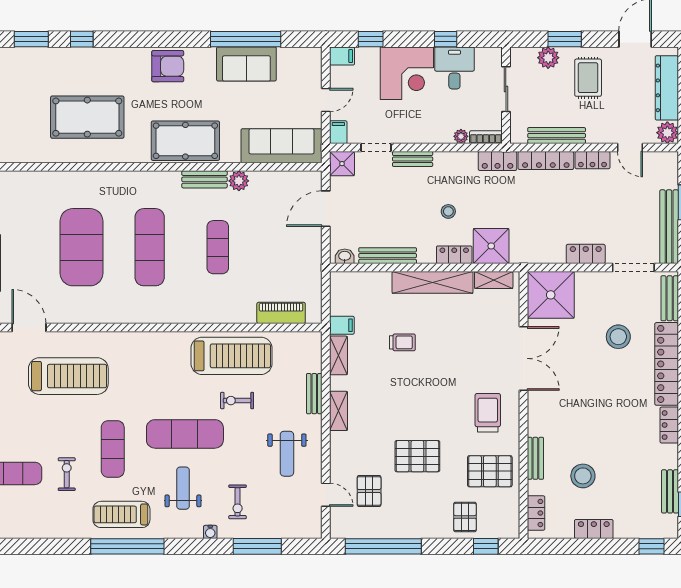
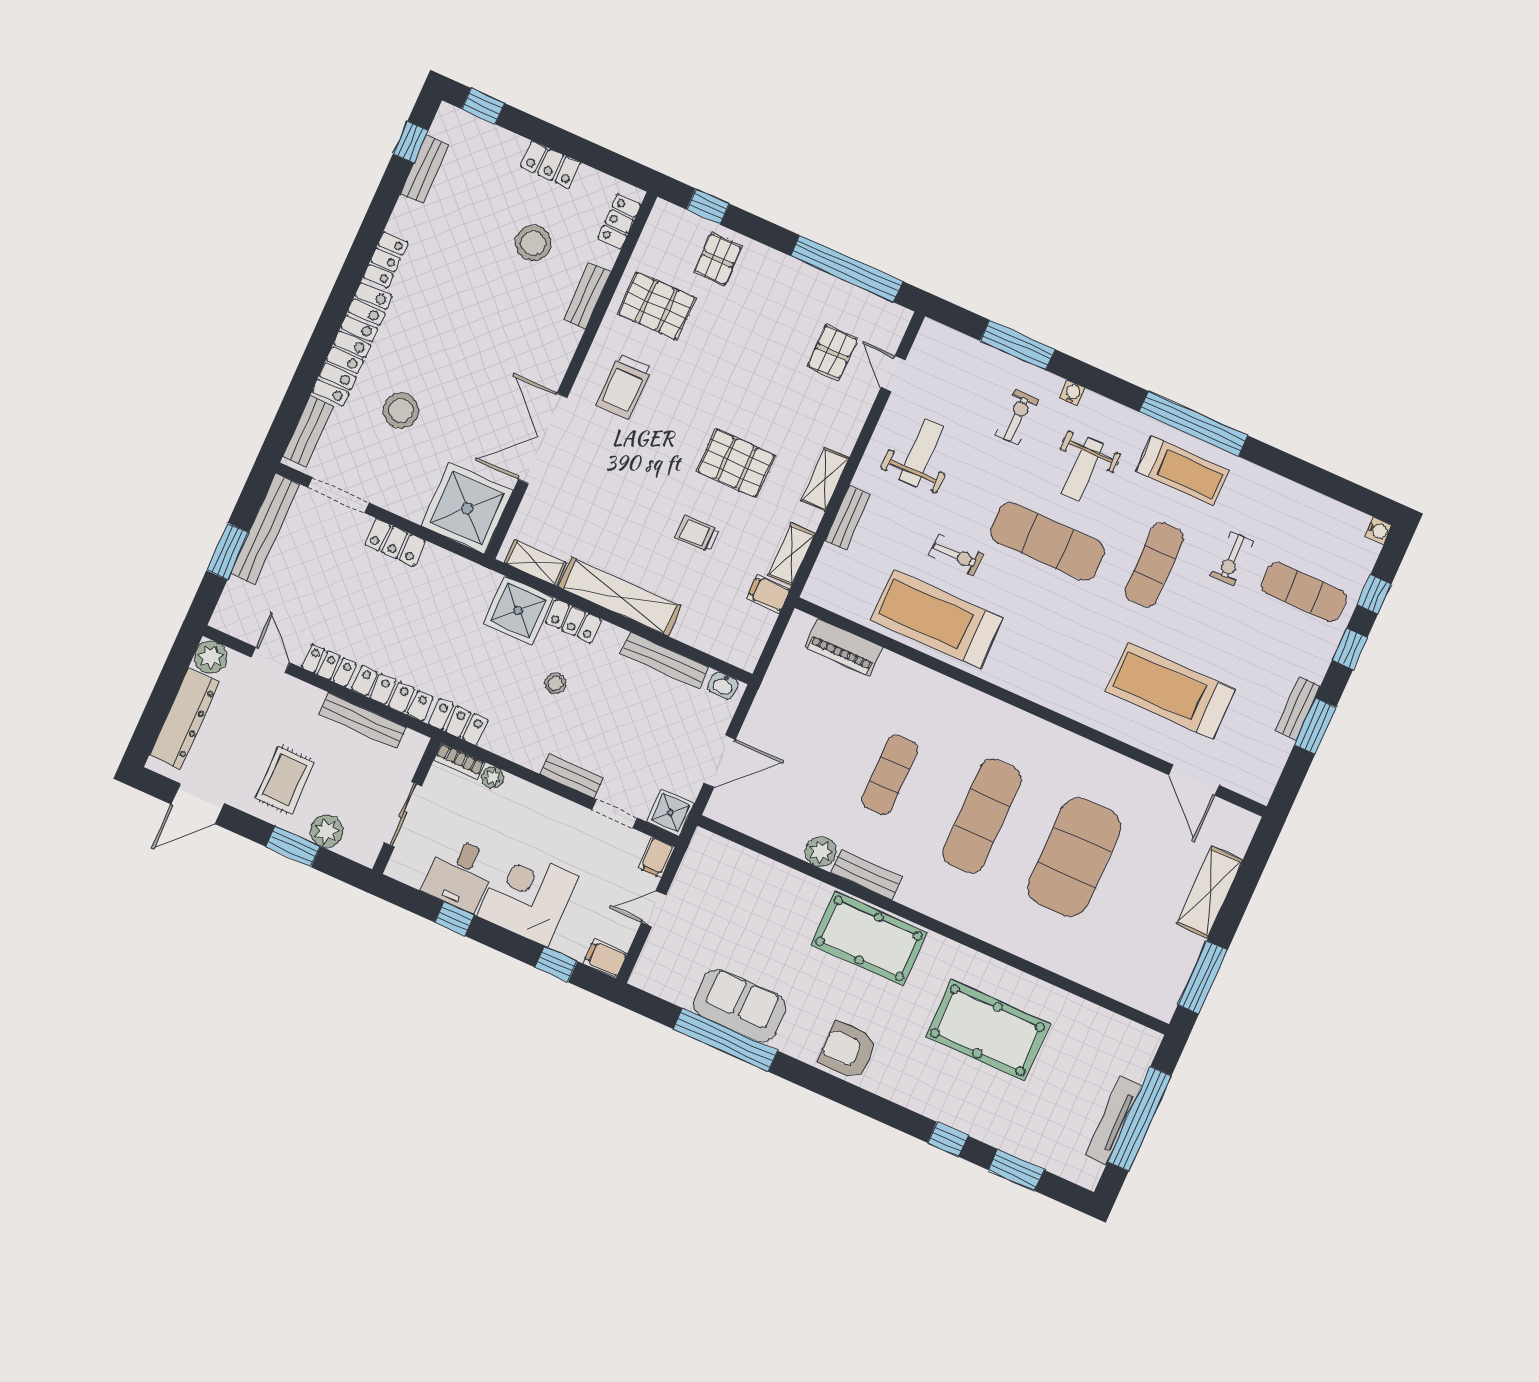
sofa: (282, 146) -> (742, 873), removed
pallet: (417, 456) -> (736, 463), moved

